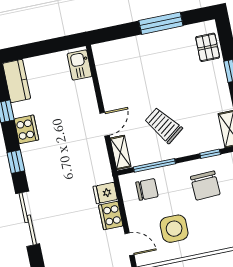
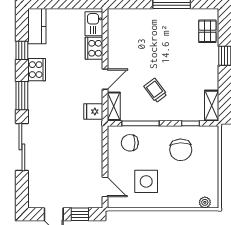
trolley: (163, 125) -> (155, 90), width x0.73, depth x0.72
window: (16, 162) -> (22, 96), width x1.50
chair: (147, 189) -> (130, 143), turned 180
fridge: (105, 193) -> (93, 112), moved
cooker: (111, 216) -> (94, 48), moved

